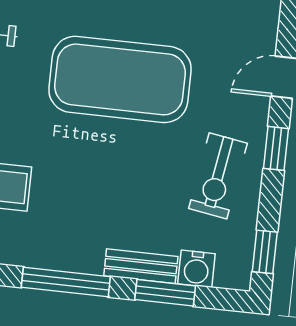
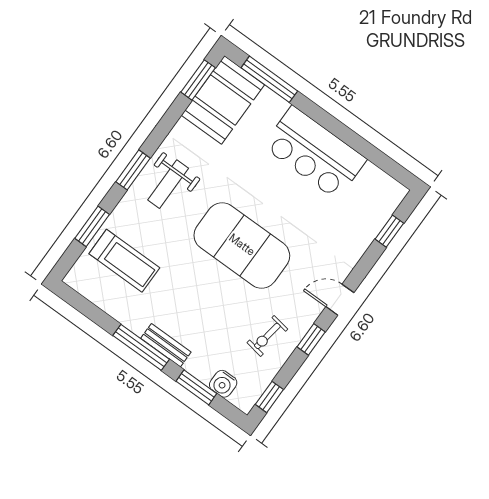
exercise bike: (218, 176) -> (267, 336), width x0.73, depth x0.72
bench: (141, 266) -> (166, 345), moved

